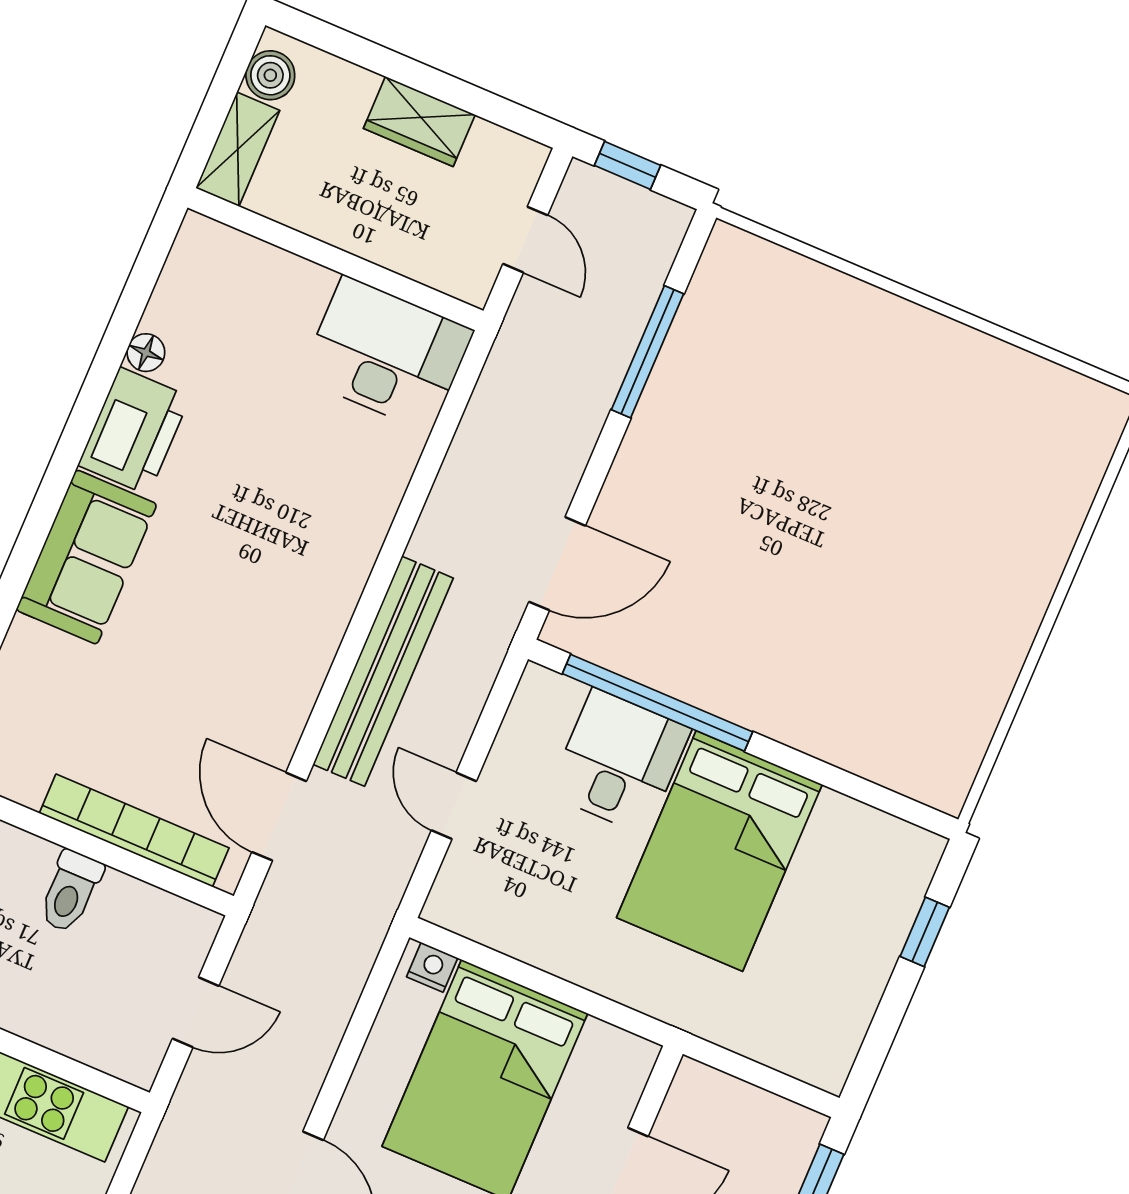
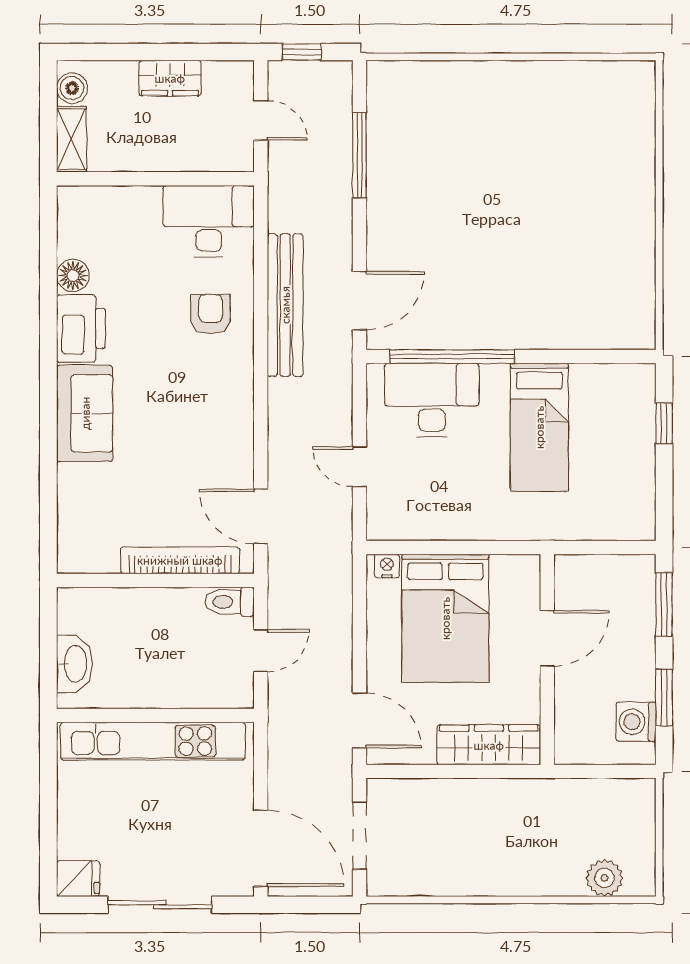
floor lamp: (146, 353) -> (73, 276), width x1.37, depth x1.37
armchair: (332, 491) -> (211, 314), added
bench: (383, 671) -> (285, 305), moved
desk: (619, 762) -> (432, 400), width x1.37
bed: (719, 851) -> (539, 427), width x0.67
toilet: (70, 891) -> (230, 602), moved, turned 90

